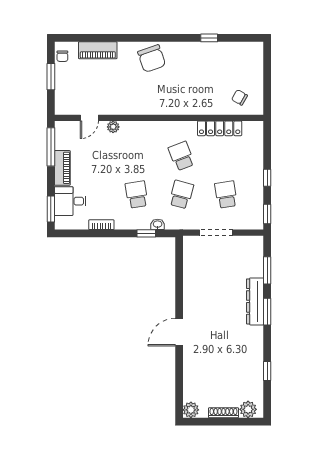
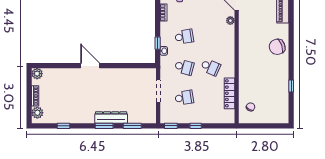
school desk: (181, 156) -> (210, 67), turned 45

